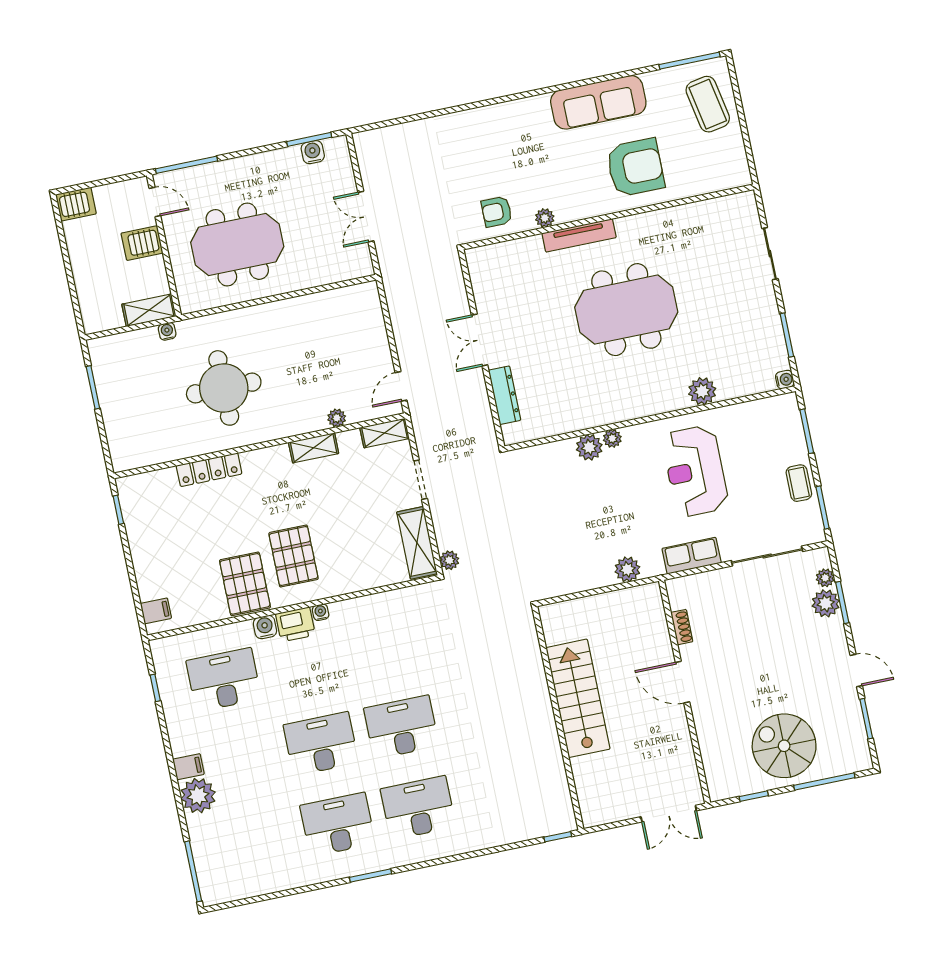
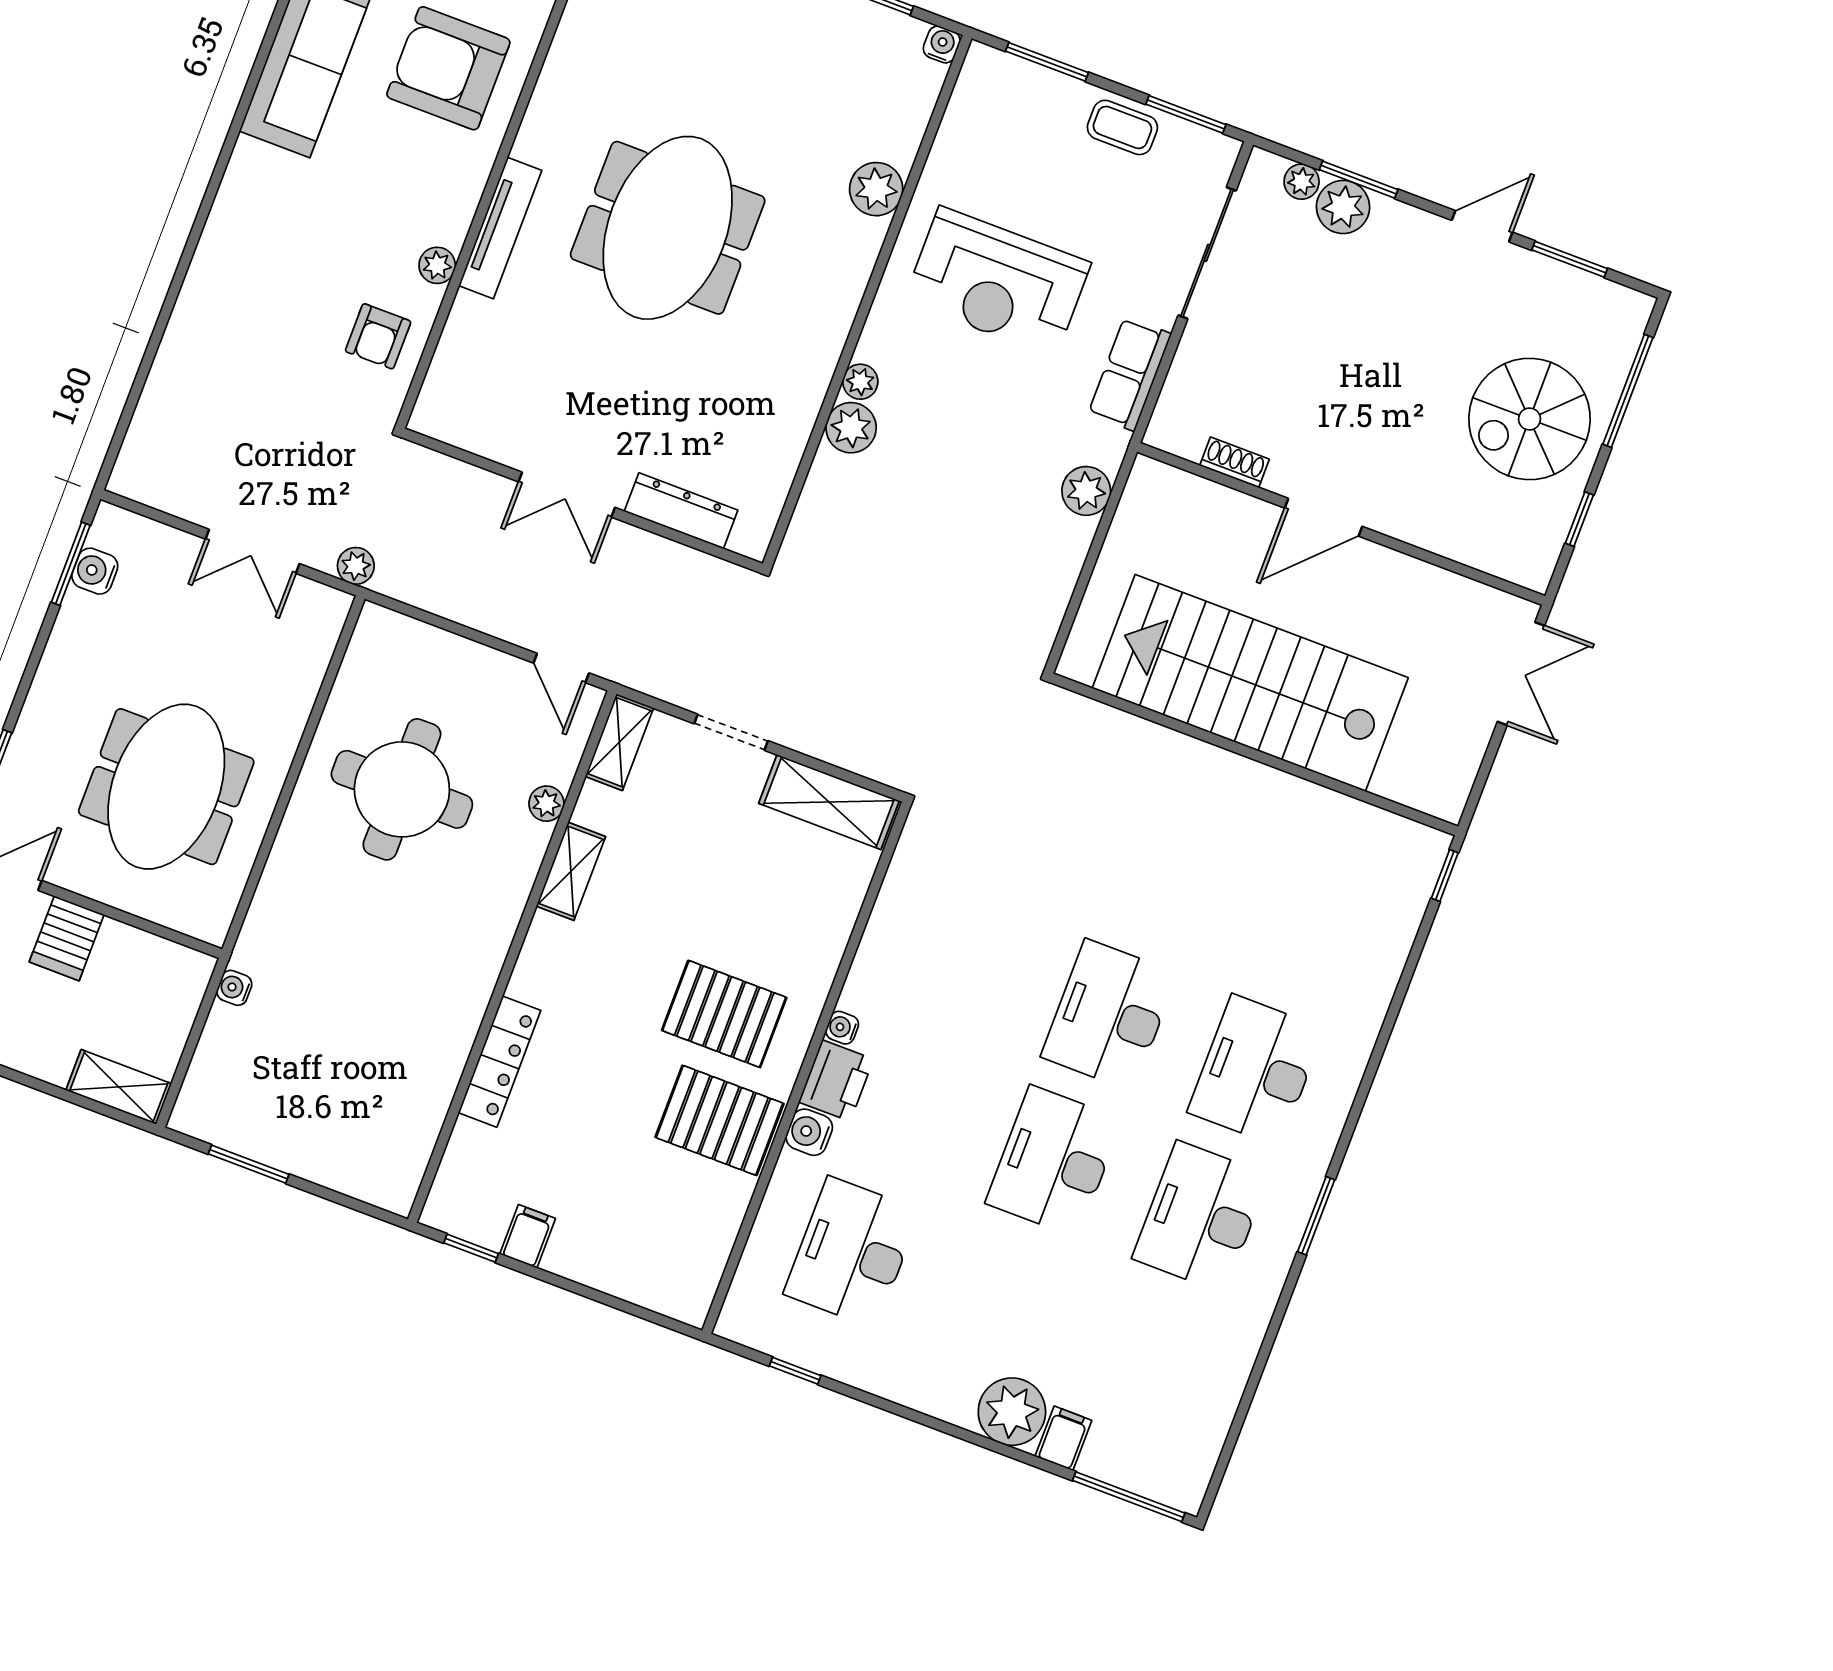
armchair: (635, 167) -> (448, 68), turned -90
shelving: (149, 310) -> (119, 1087), moved, turned 90
round table: (224, 388) -> (402, 789), moved
plant: (449, 560) -> (356, 566), moved
filing cabinet: (156, 611) -> (528, 1236), moved
stairs: (578, 698) -> (1250, 683), width x1.36, depth x1.51
filing cabinet: (188, 767) -> (1063, 1438), moved

